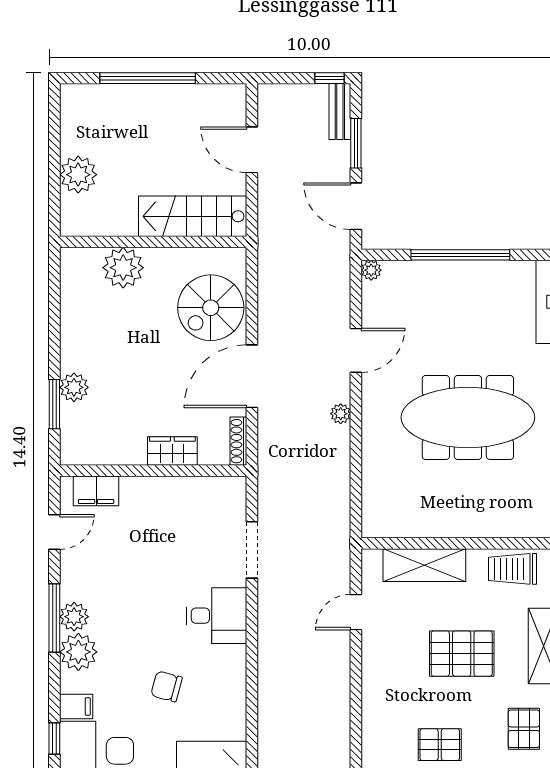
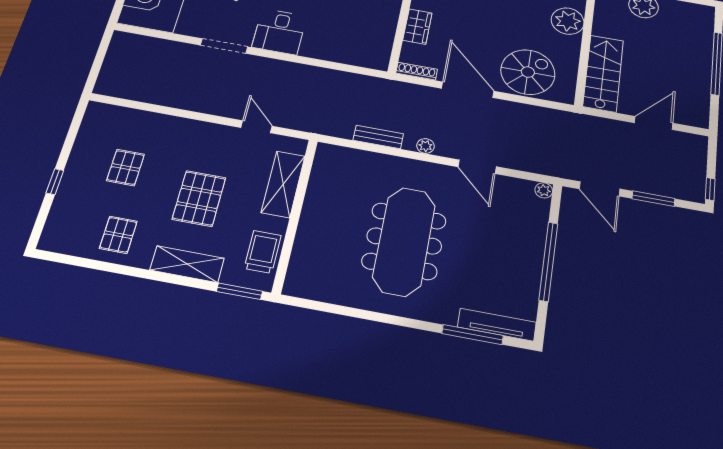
bench: (340, 111) -> (378, 137), moved
door: (356, 206) -> (600, 189), swing flipped
spiral stairs: (211, 308) -> (528, 72), turned 90
doorway: (252, 550) -> (224, 46), moved
pallet: (524, 729) -> (118, 235), turned 90

